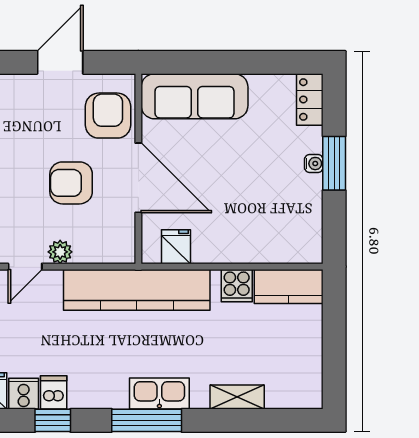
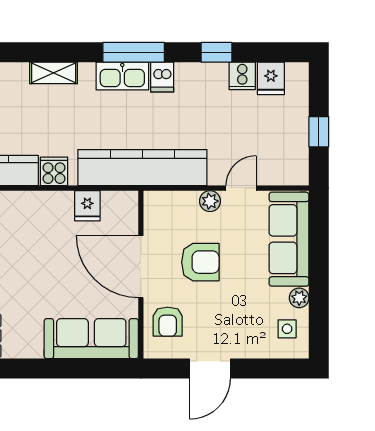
armchair: (108, 116) -> (168, 322), width x0.72, depth x0.72
fridge: (176, 247) -> (87, 206), moved
dishwasher: (54, 392) -> (162, 77), moved

